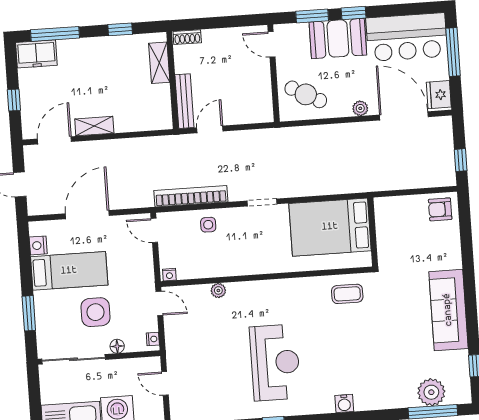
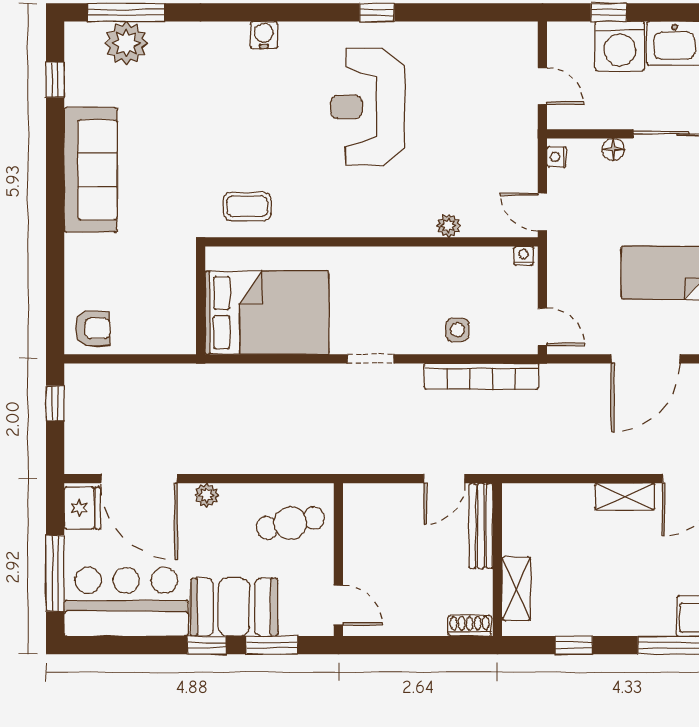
cafe table: (306, 94) -> (290, 523), turned -40
side table: (95, 312) -> (643, 205), removed

